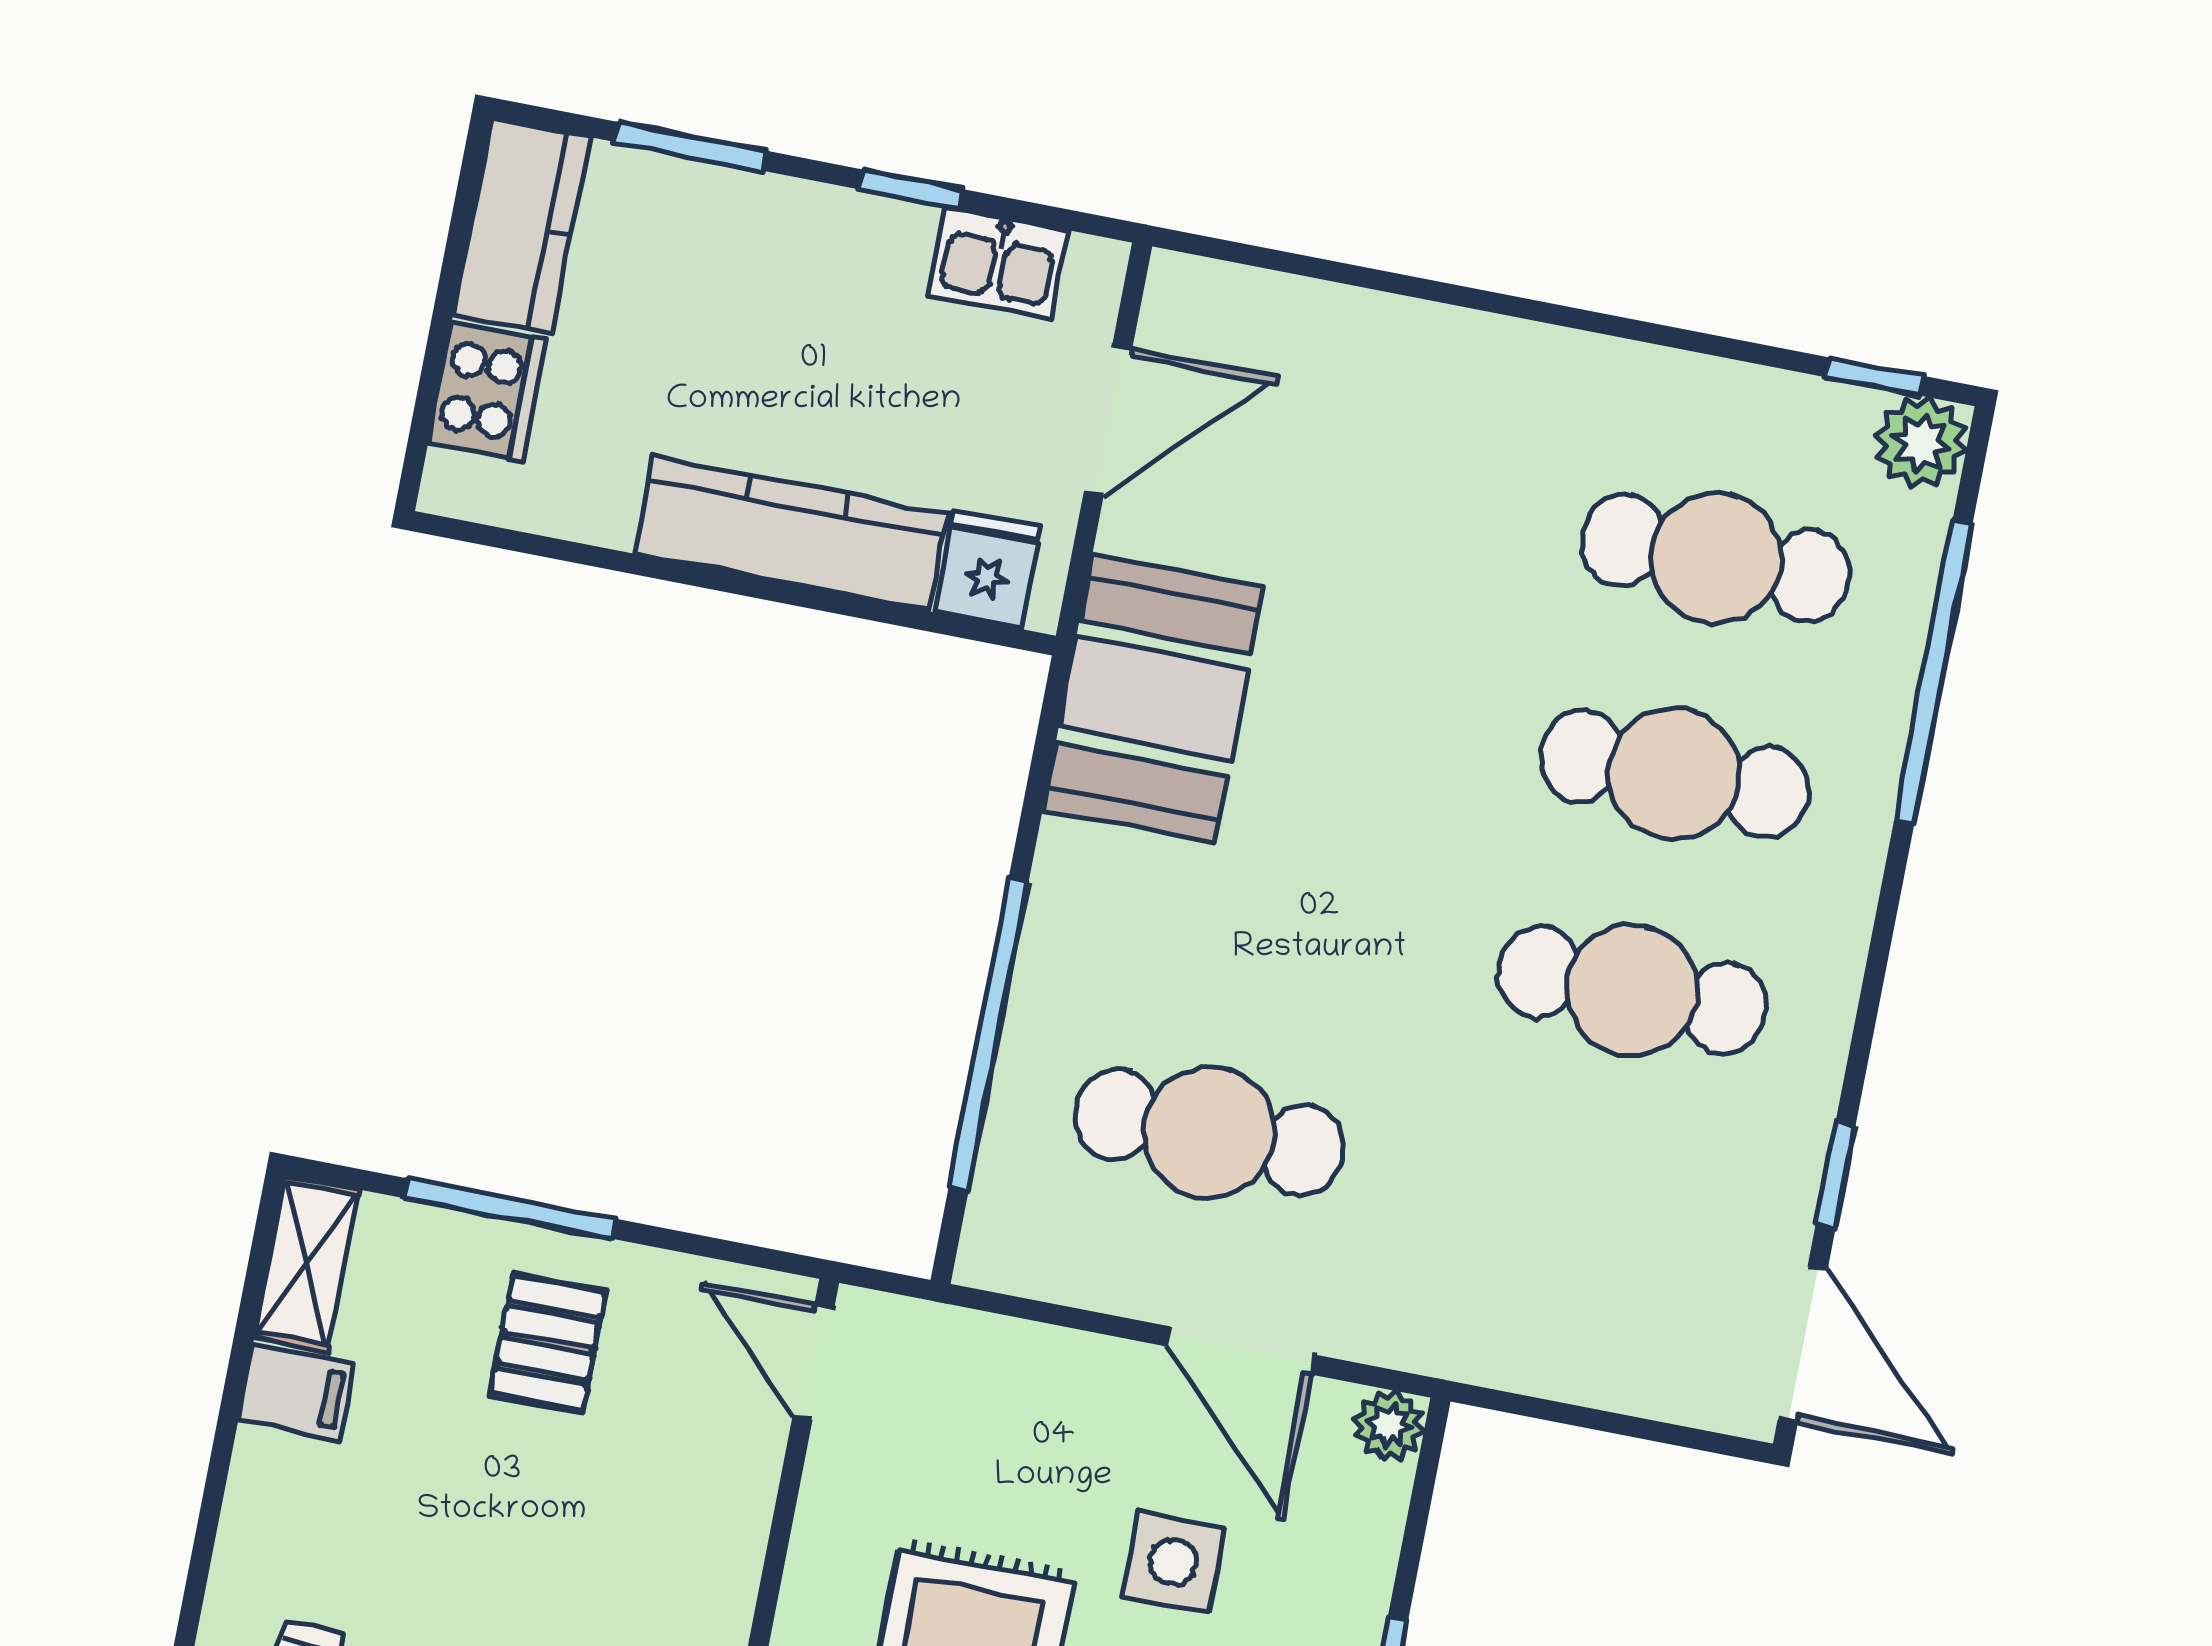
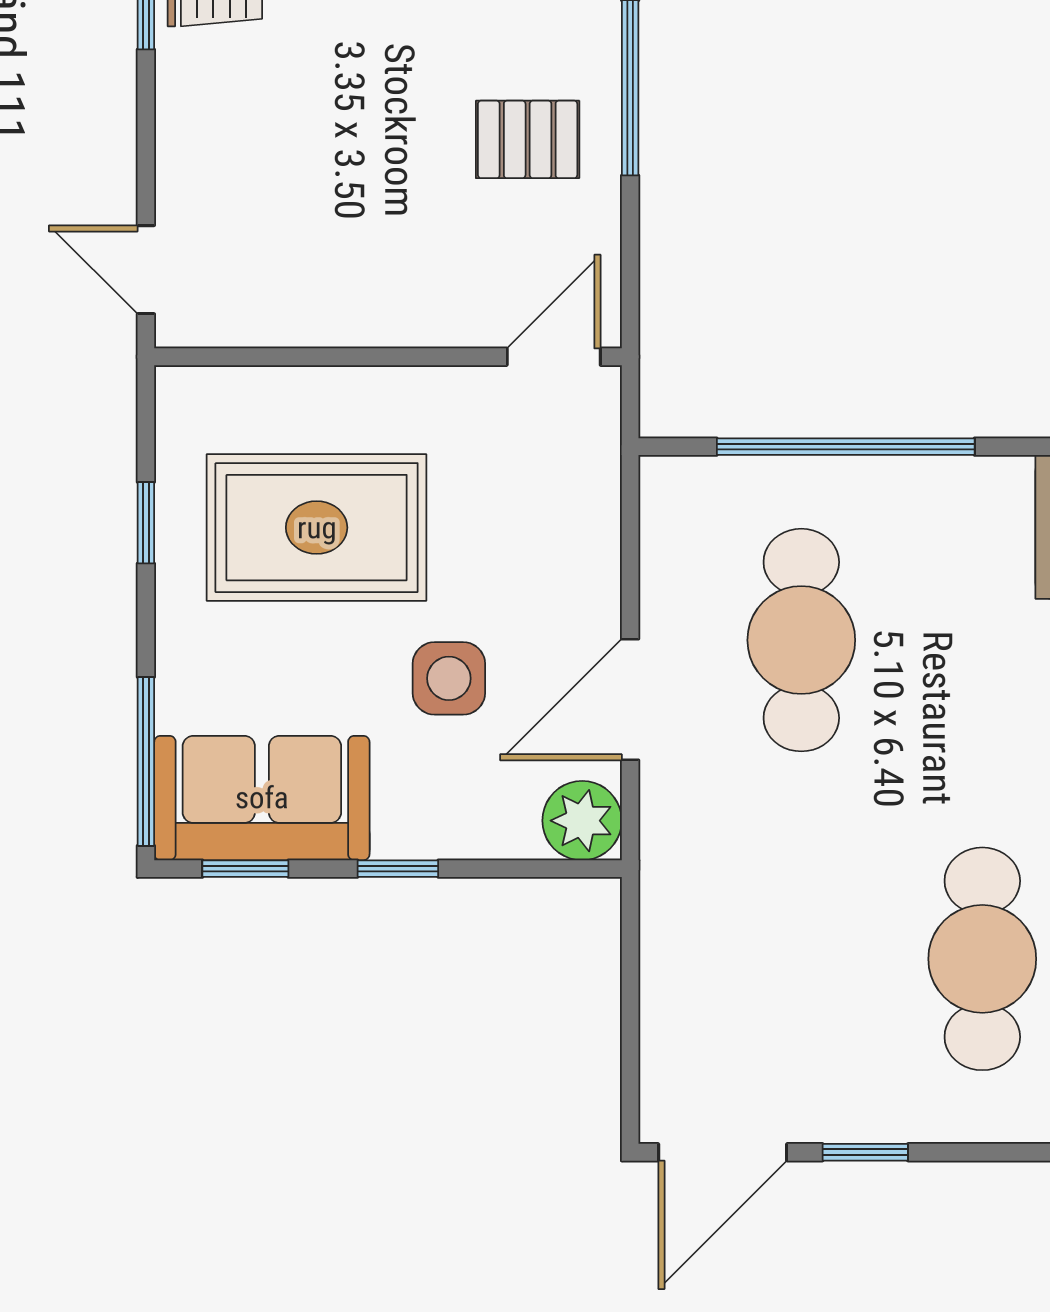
plant: (1389, 1426) -> (582, 821), width x1.38, depth x1.38

